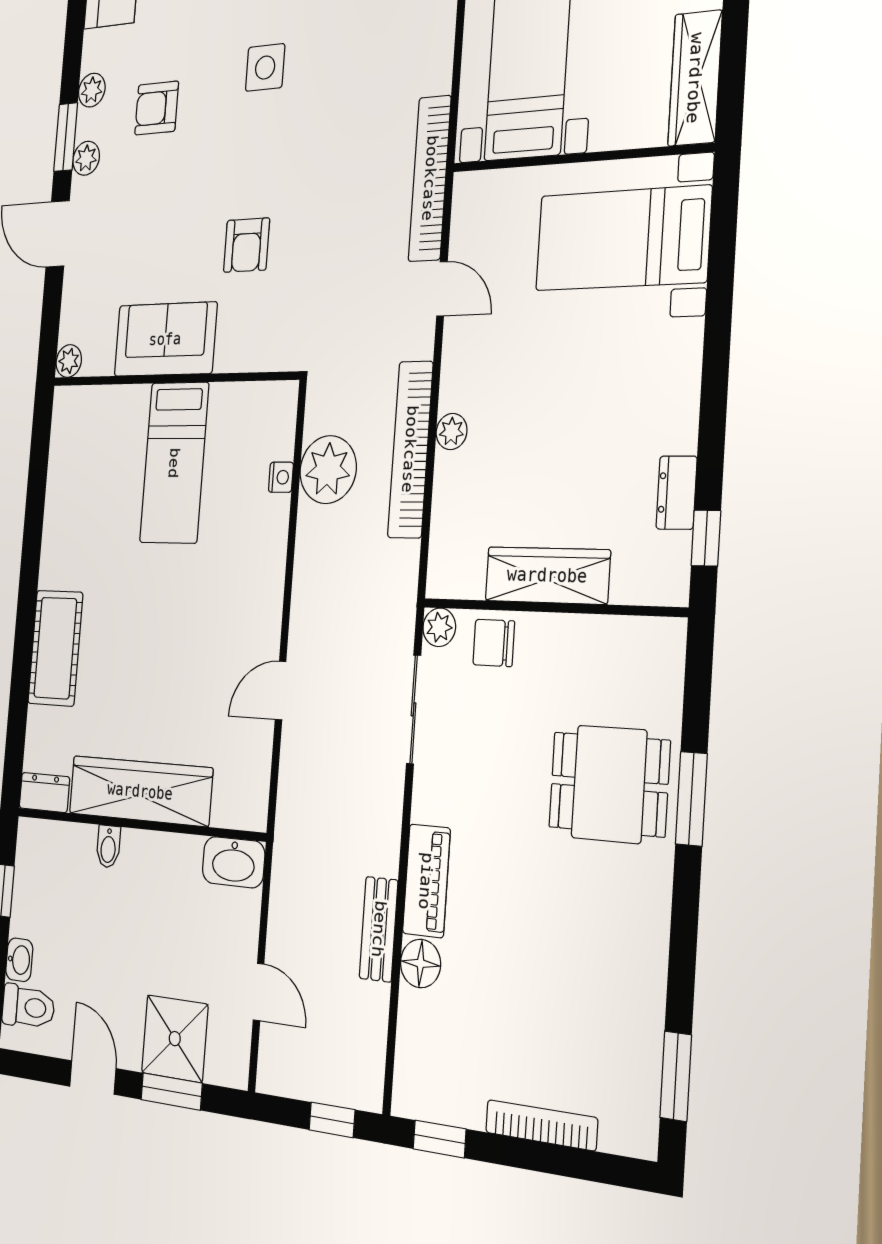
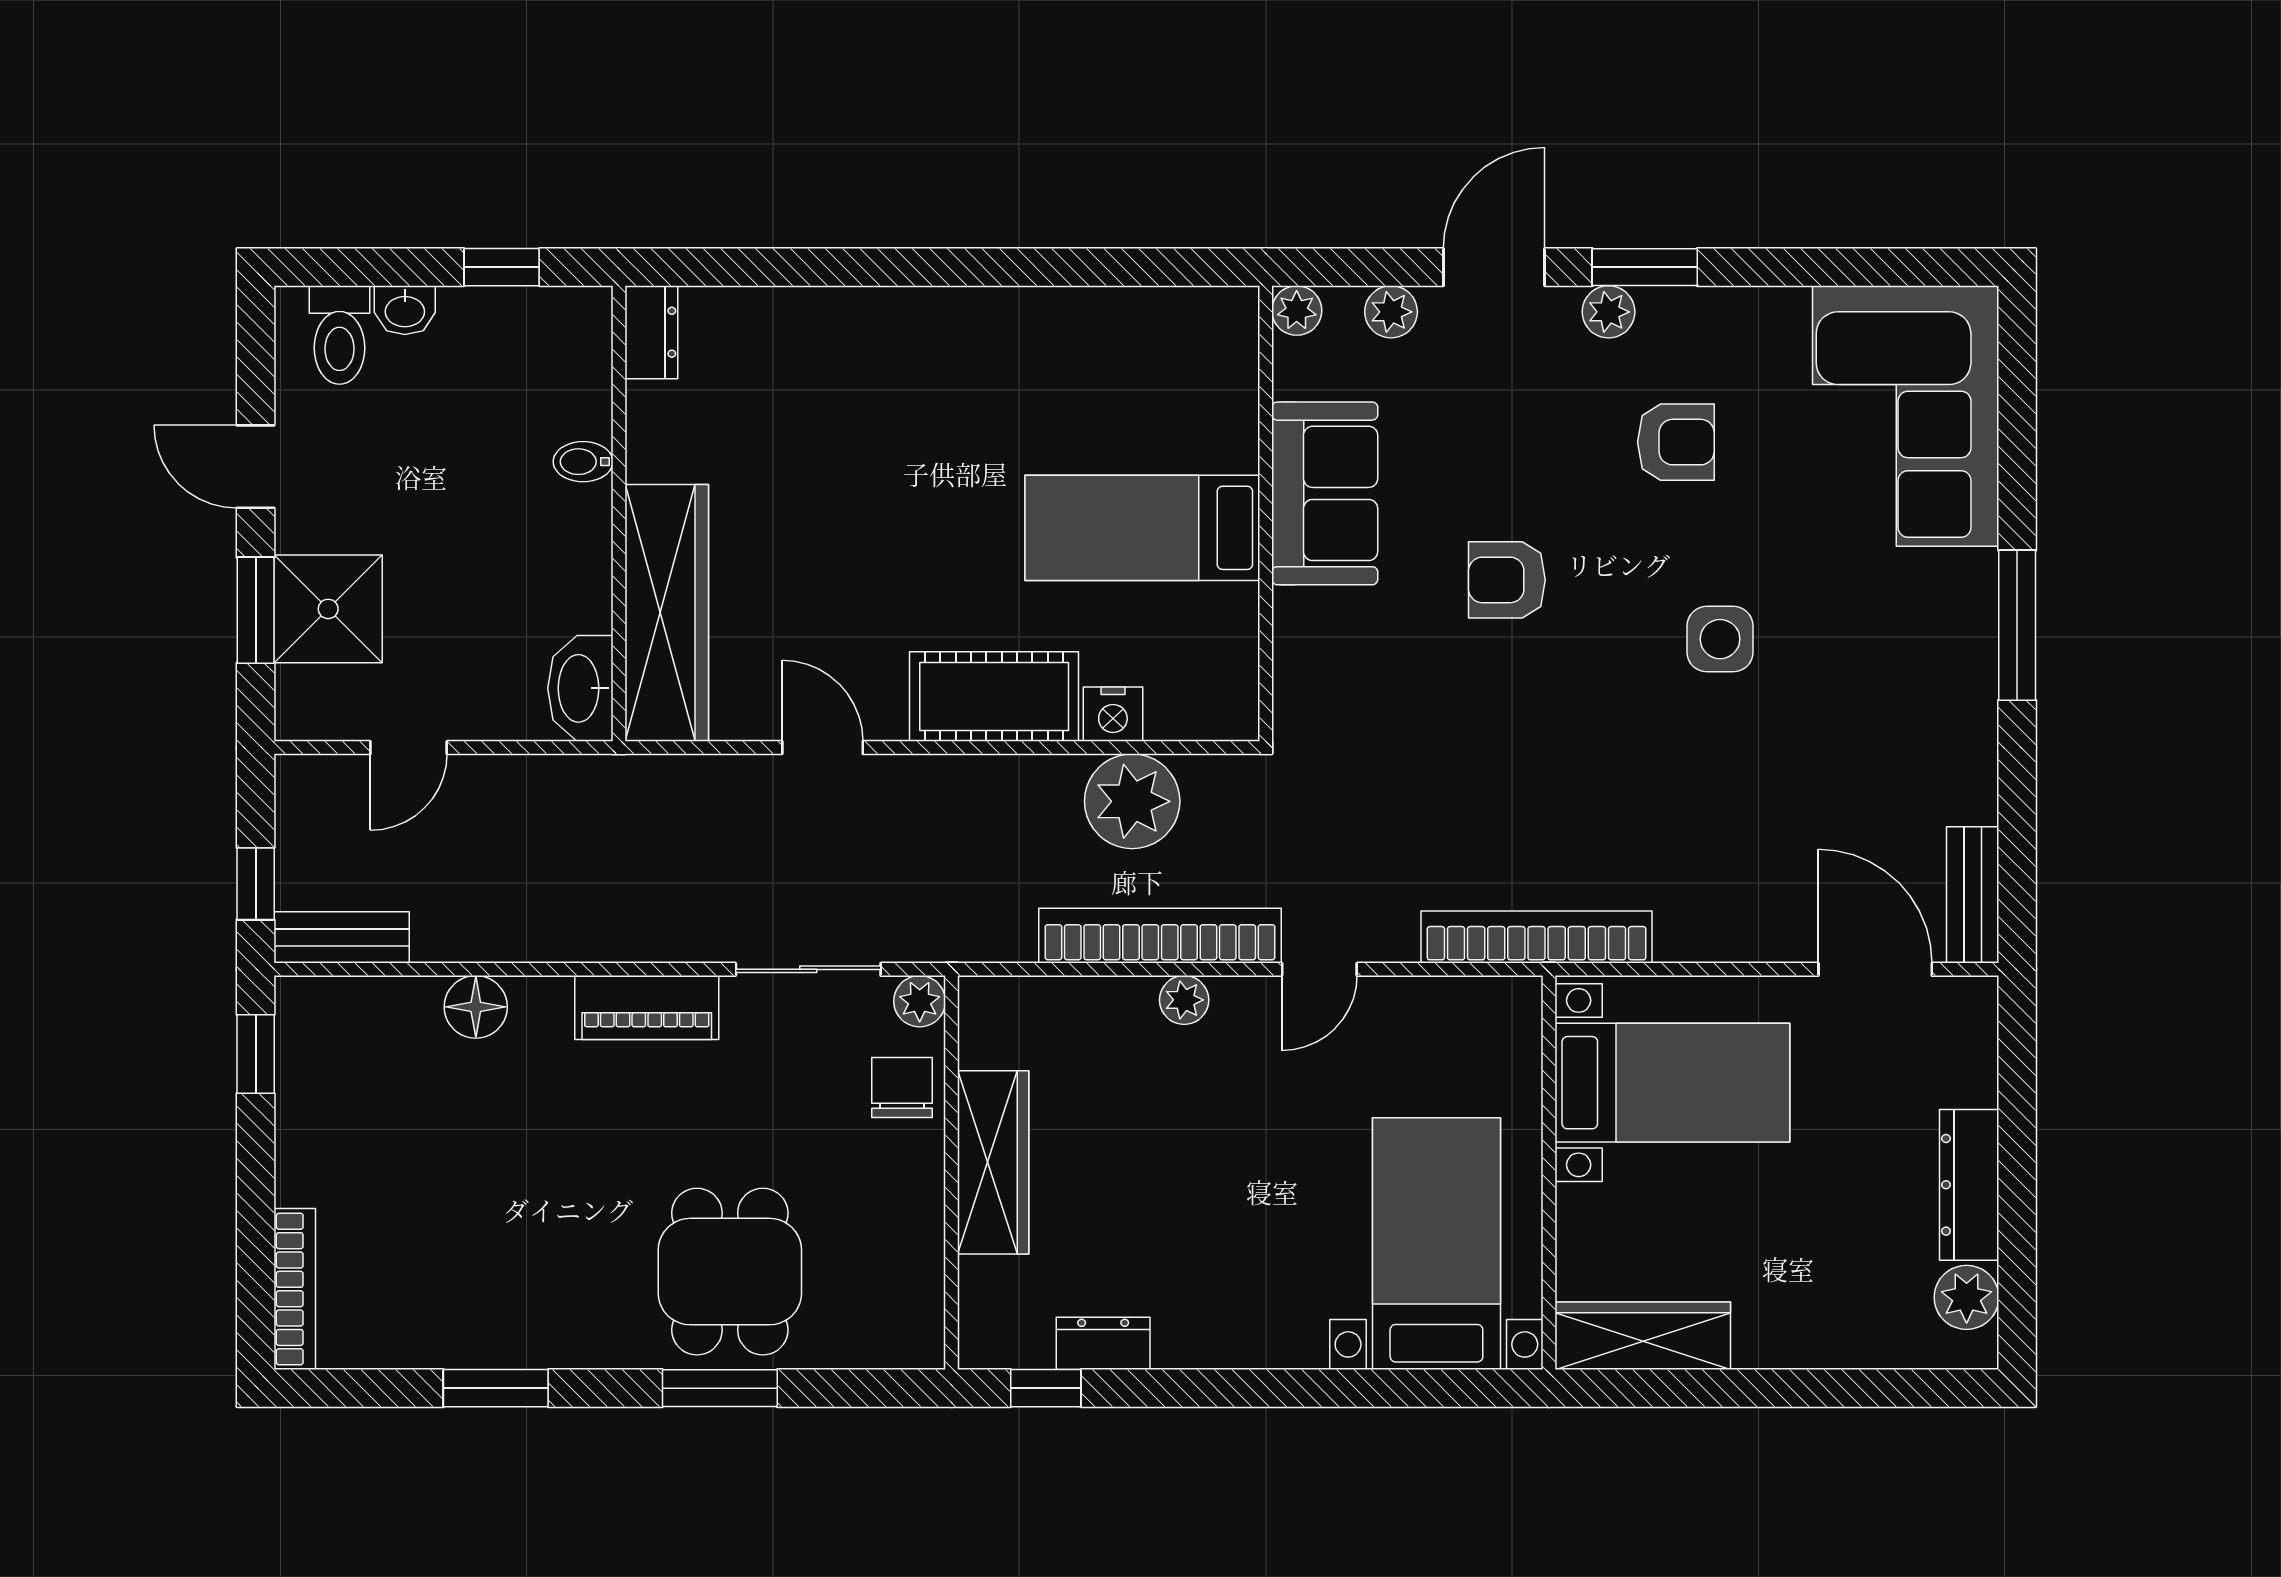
plant: (92, 90) -> (1391, 312), moved
armchair: (157, 108) -> (1676, 442), turned 90
armchair: (247, 245) -> (1507, 580), moved
door: (442, 289) -> (1319, 969), moved
nightstand: (281, 477) -> (1113, 714), width x1.39, depth x1.35
cot: (55, 648) -> (994, 697), moved
wardrobe: (140, 791) -> (667, 613), moved
piano: (426, 881) -> (647, 1008), moved
bench: (379, 929) -> (342, 937), moved
window: (676, 1076) -> (496, 1388), moved
door: (93, 1077) -> (256, 467), swing flipped
bookcase: (541, 1125) -> (295, 1289), moved

